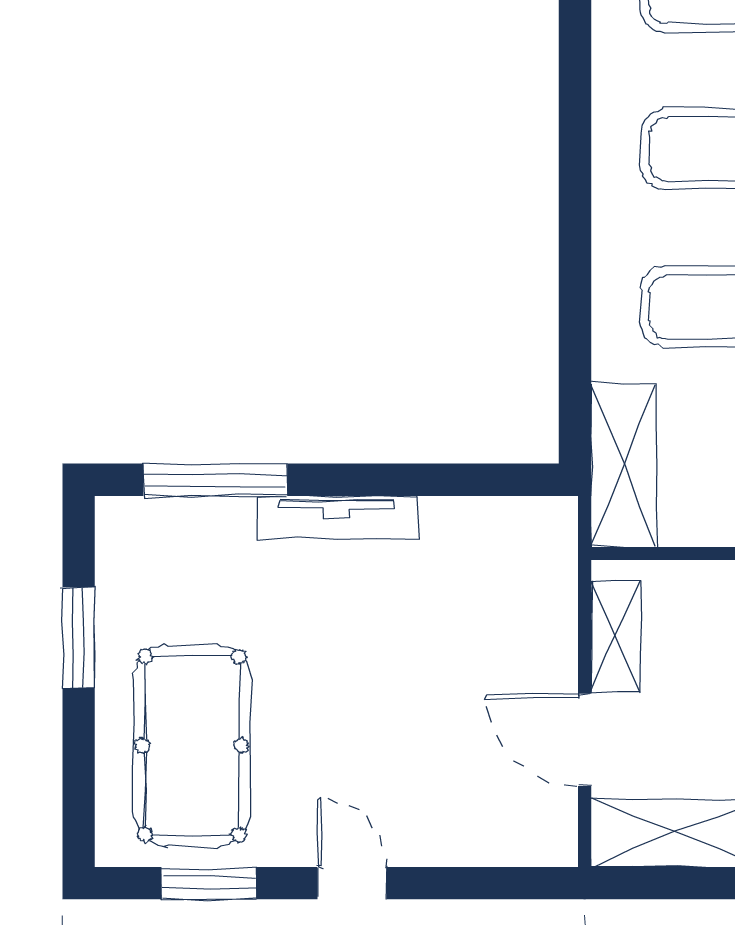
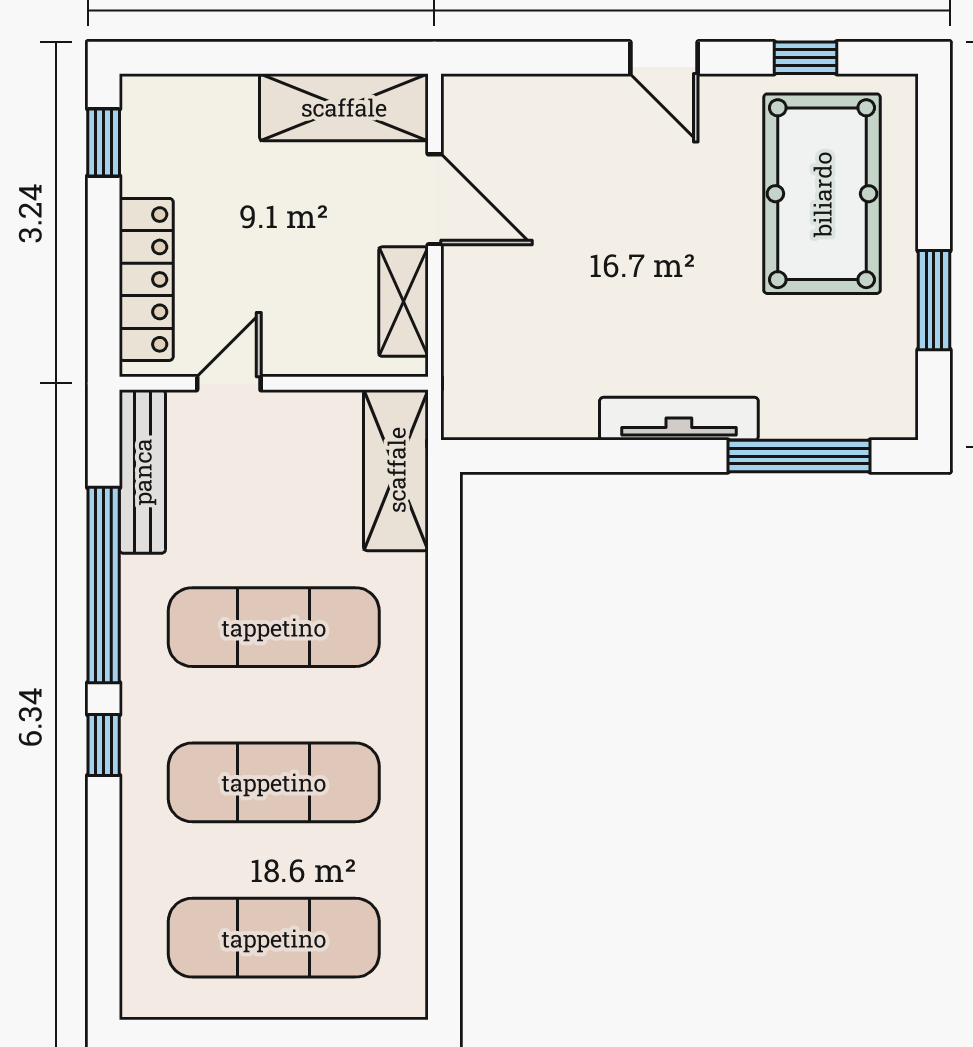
window: (209, 883) -> (805, 58), width x0.67

